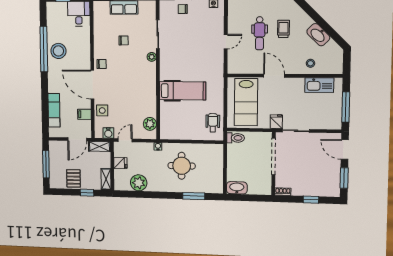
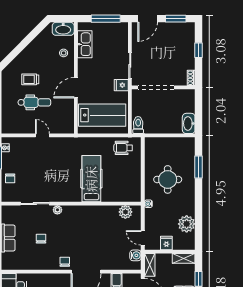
washbasin: (318, 35) -> (63, 29), moved, turned 45
side table: (102, 111) -> (112, 262), removed

